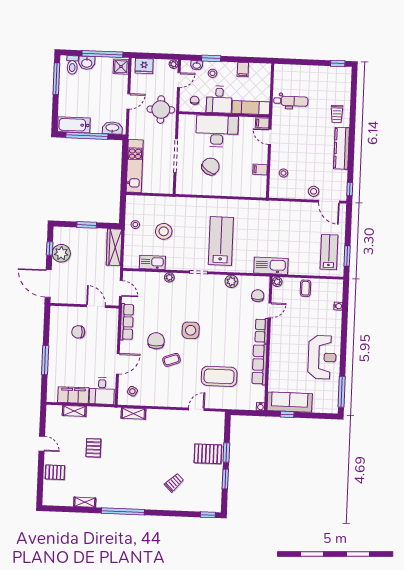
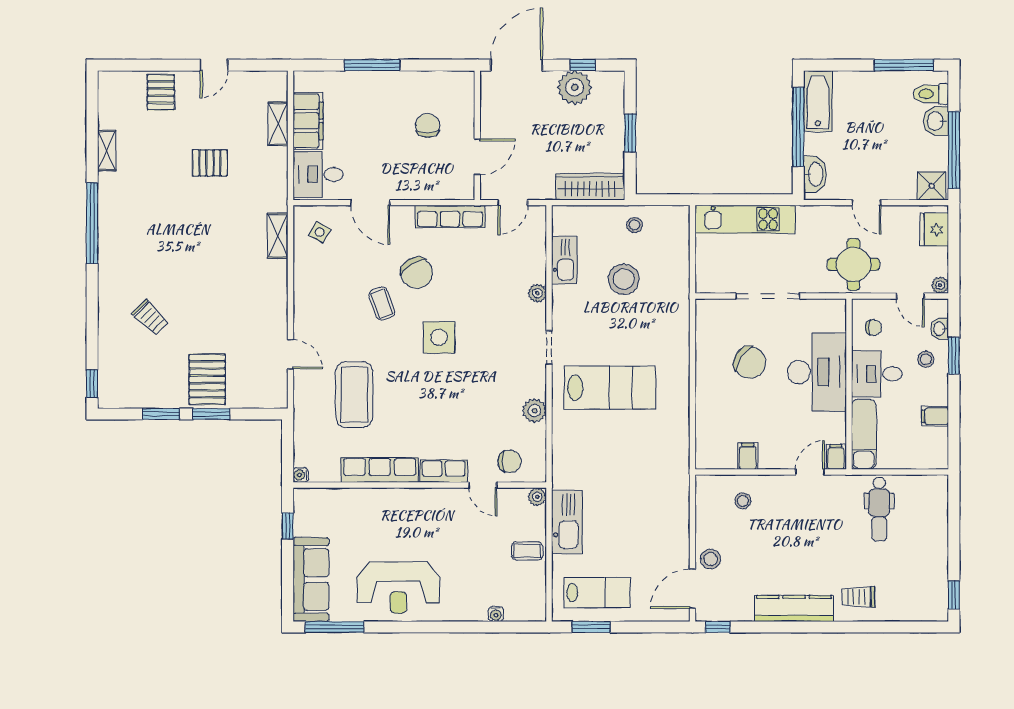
kitchen sink: (271, 266) -> (567, 522), moved
chair: (156, 341) -> (417, 273), turned 59
sofa: (290, 402) -> (311, 580), moved

